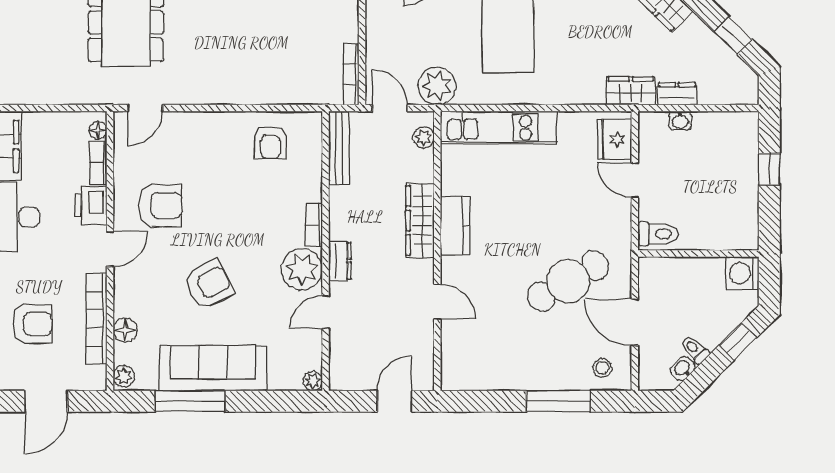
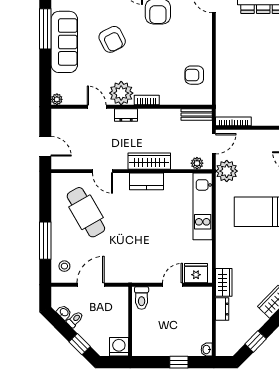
washbasin: (680, 121) -> (207, 350), moved
bench: (339, 148) -> (197, 114), width x0.73
cafe table: (568, 281) -> (86, 212), moved
door: (437, 302) -> (102, 171), hinge flipped

